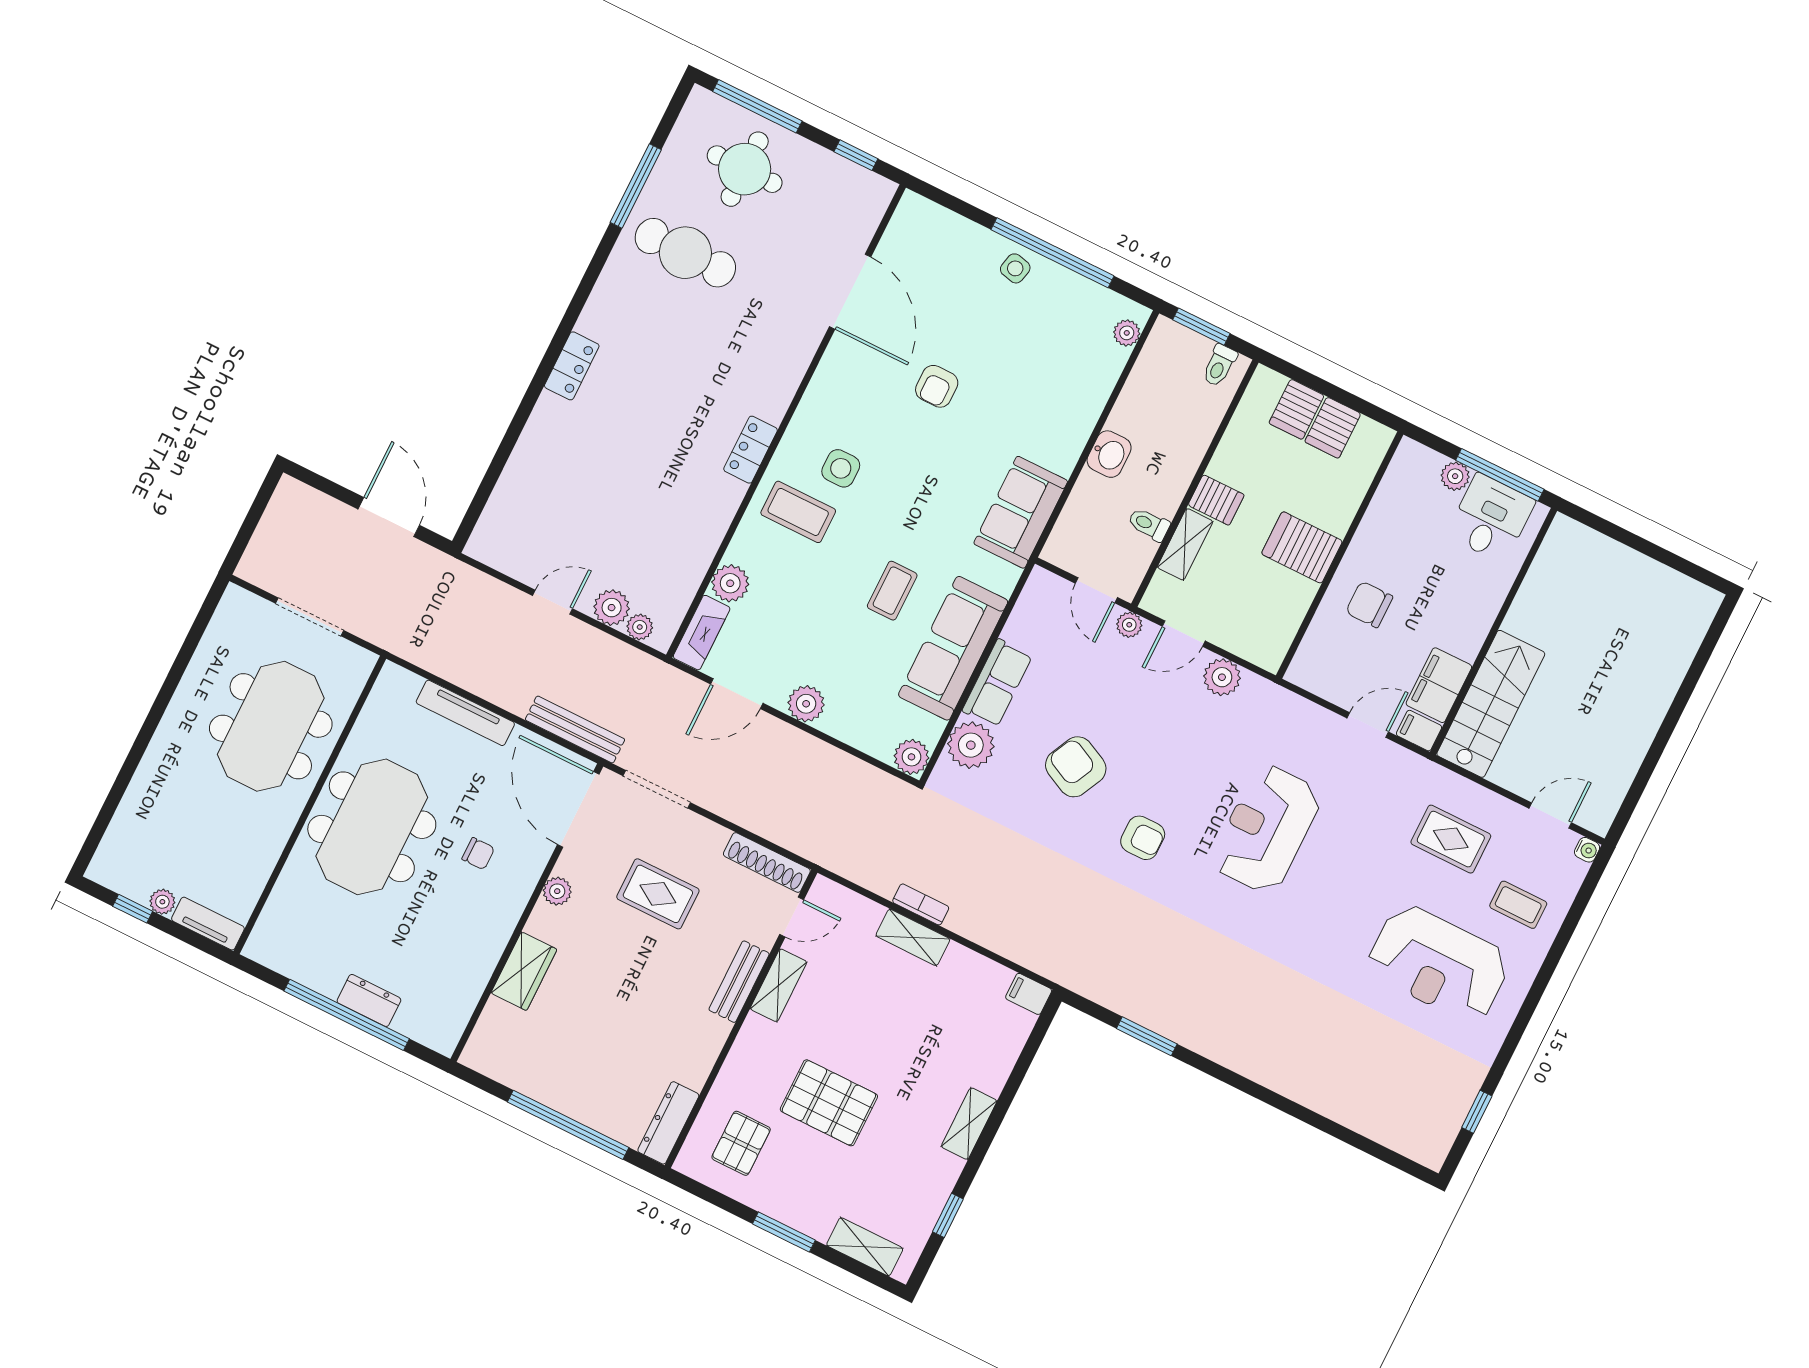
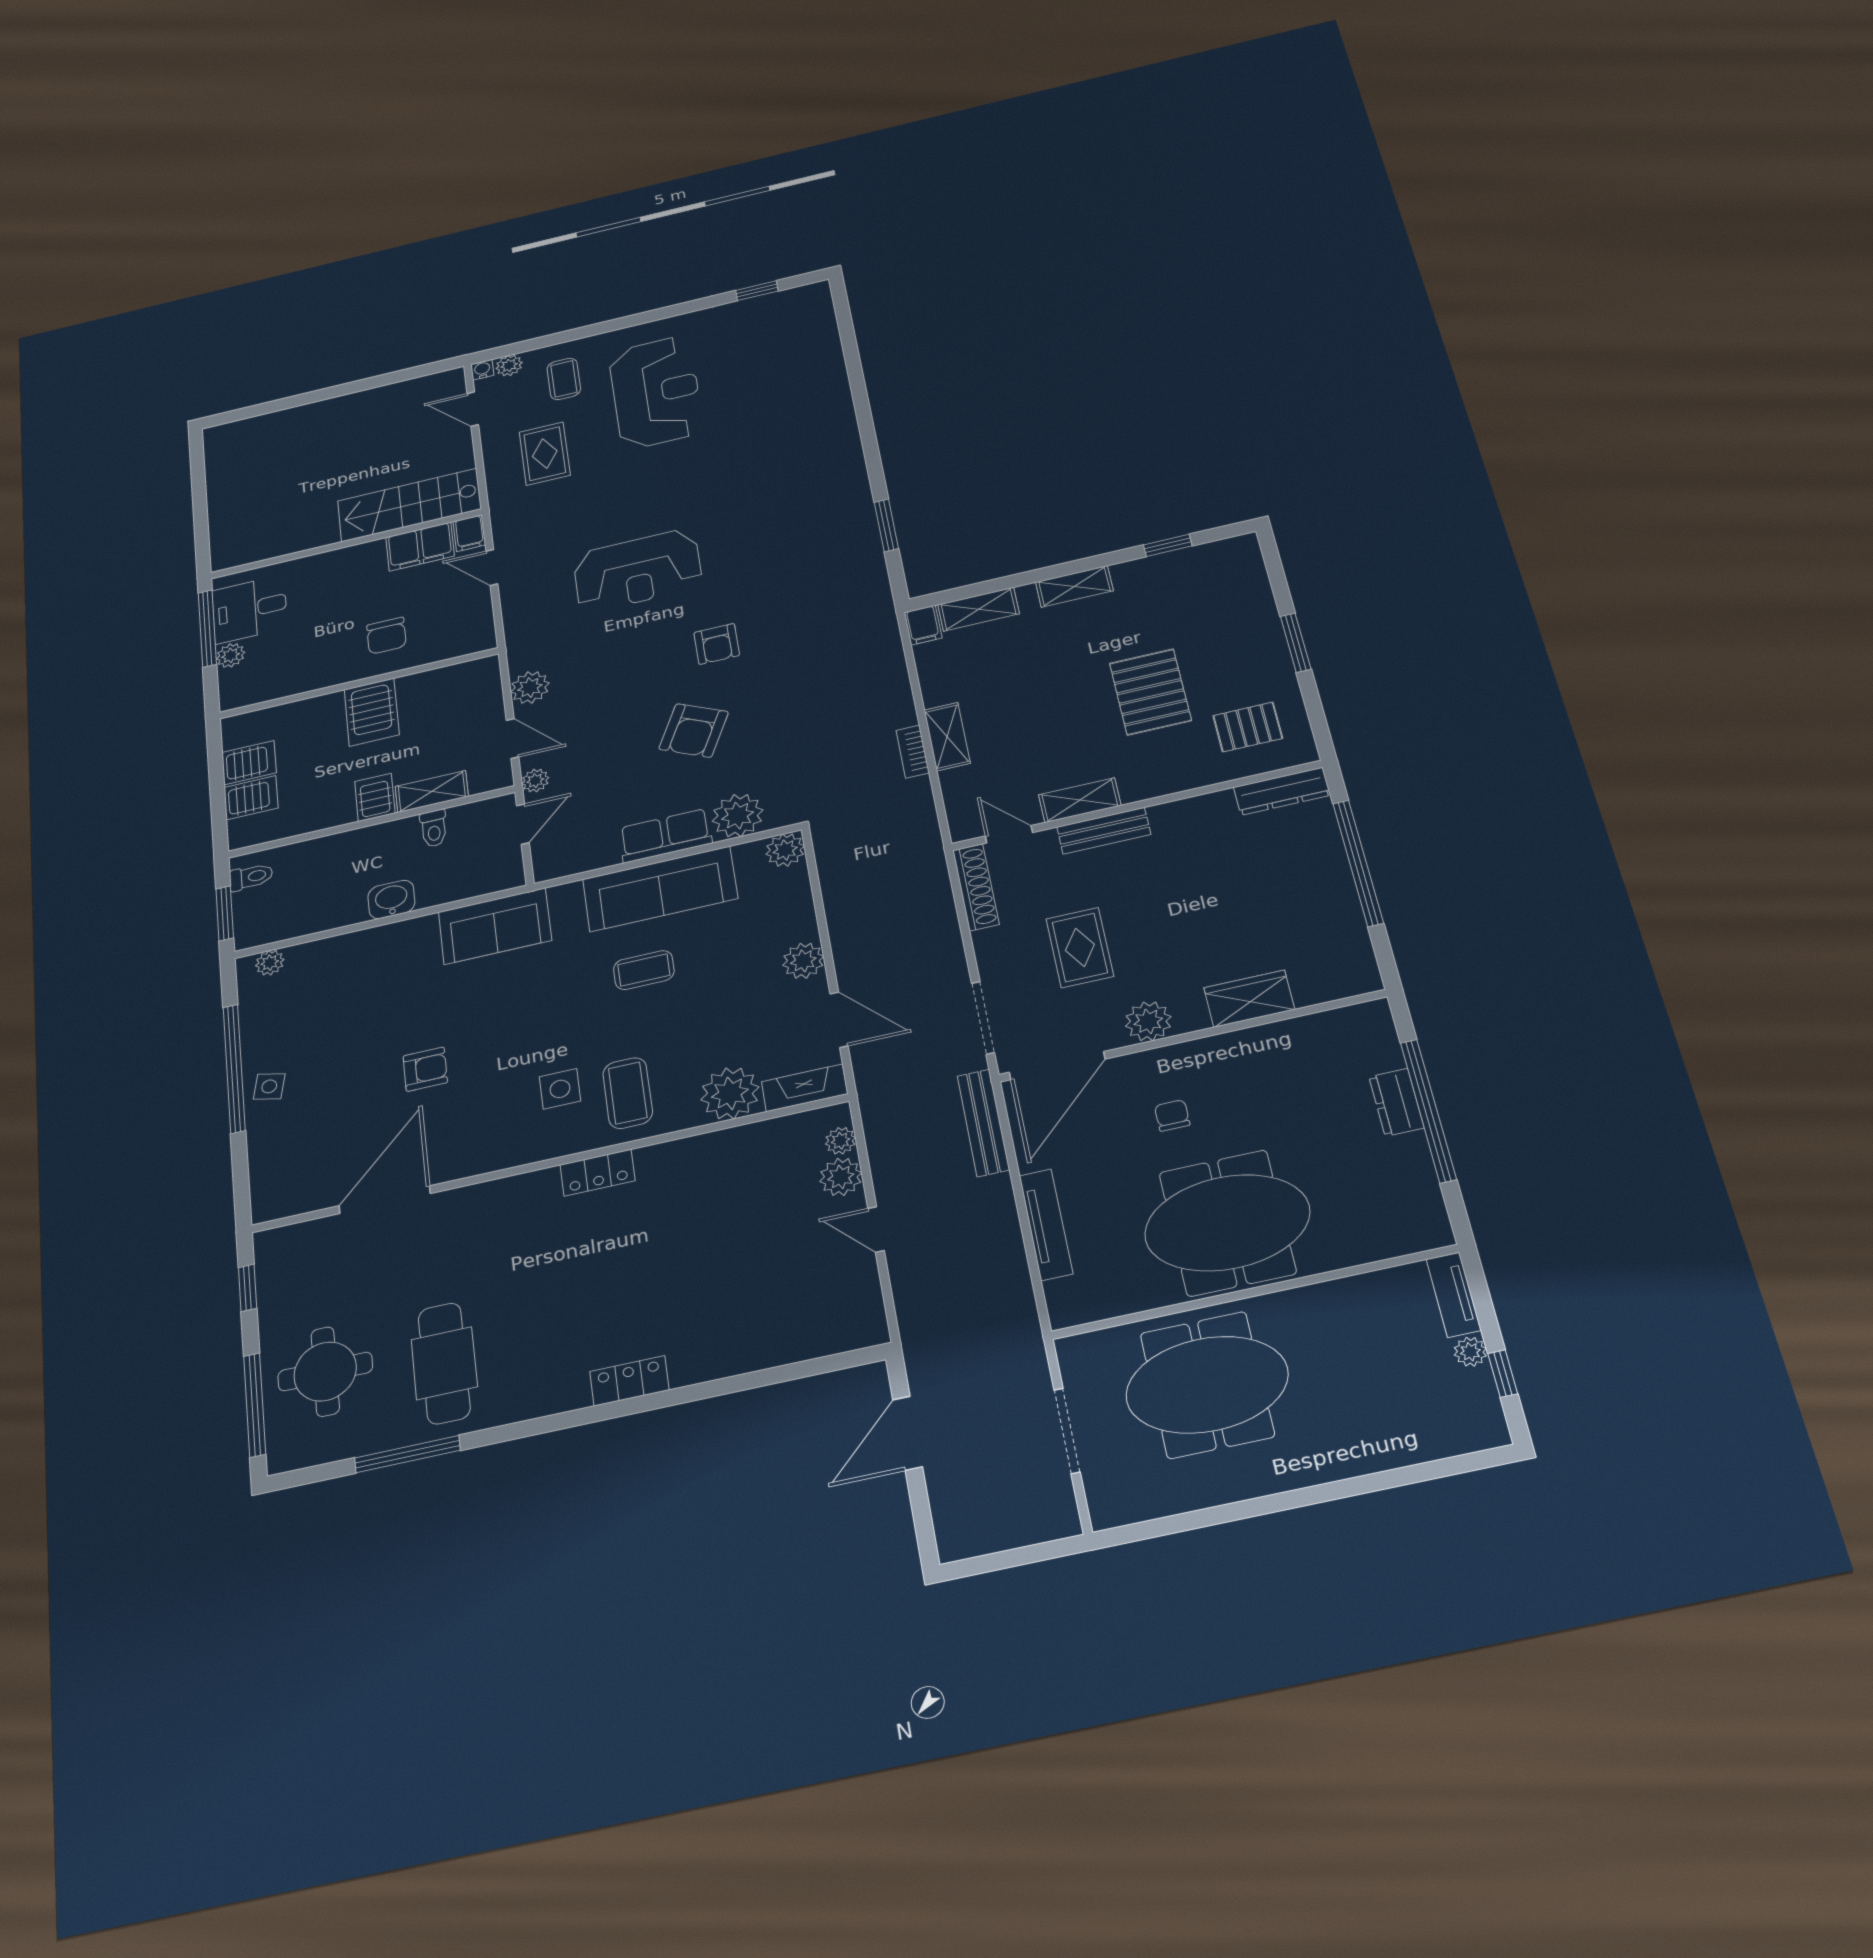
plant: (730, 583) -> (730, 1093), width x1.36, depth x1.36
armchair: (1143, 838) -> (717, 644), turned 180
plant: (1572, 873) -> (509, 365), added
plant: (557, 891) -> (1148, 1021), width x1.38, depth x1.38
shelving: (865, 1247) -> (979, 609), moved, turned 90

